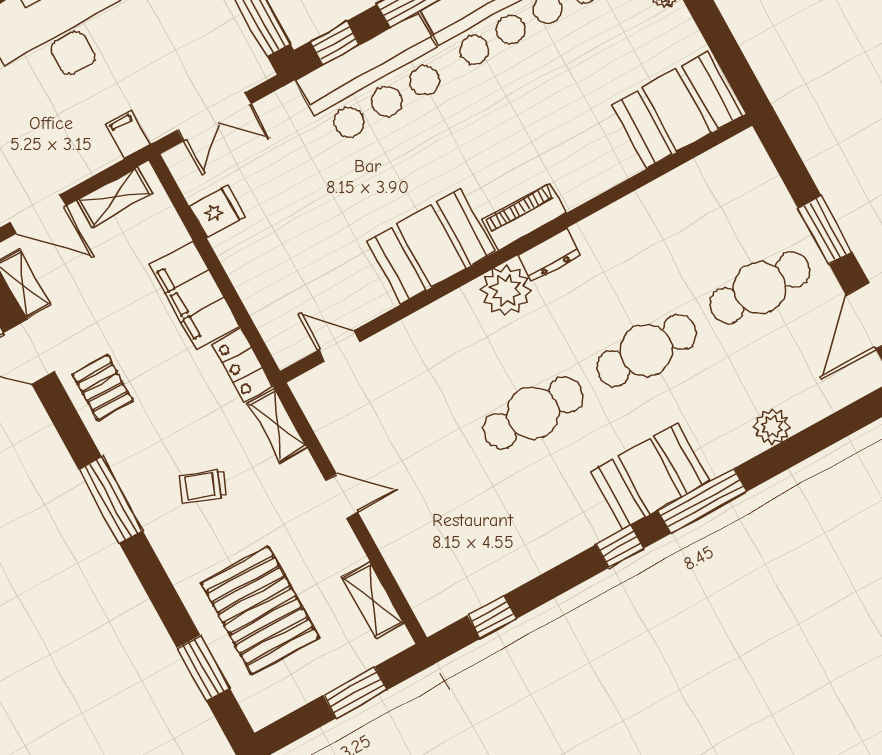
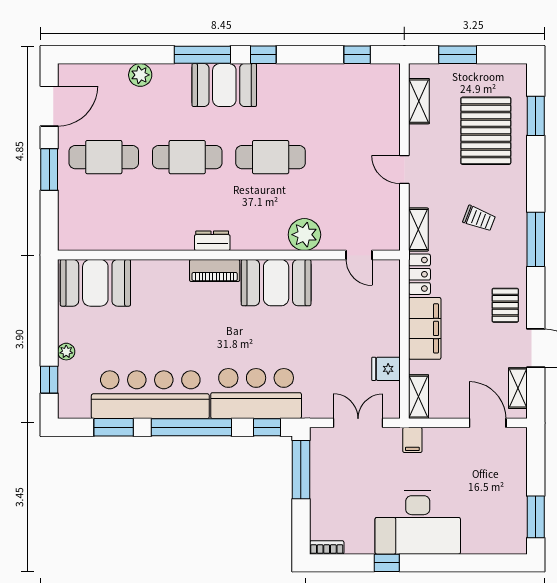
shelving: (115, 197) -> (419, 397), moved, turned 90
plant: (506, 290) -> (304, 235), moved

